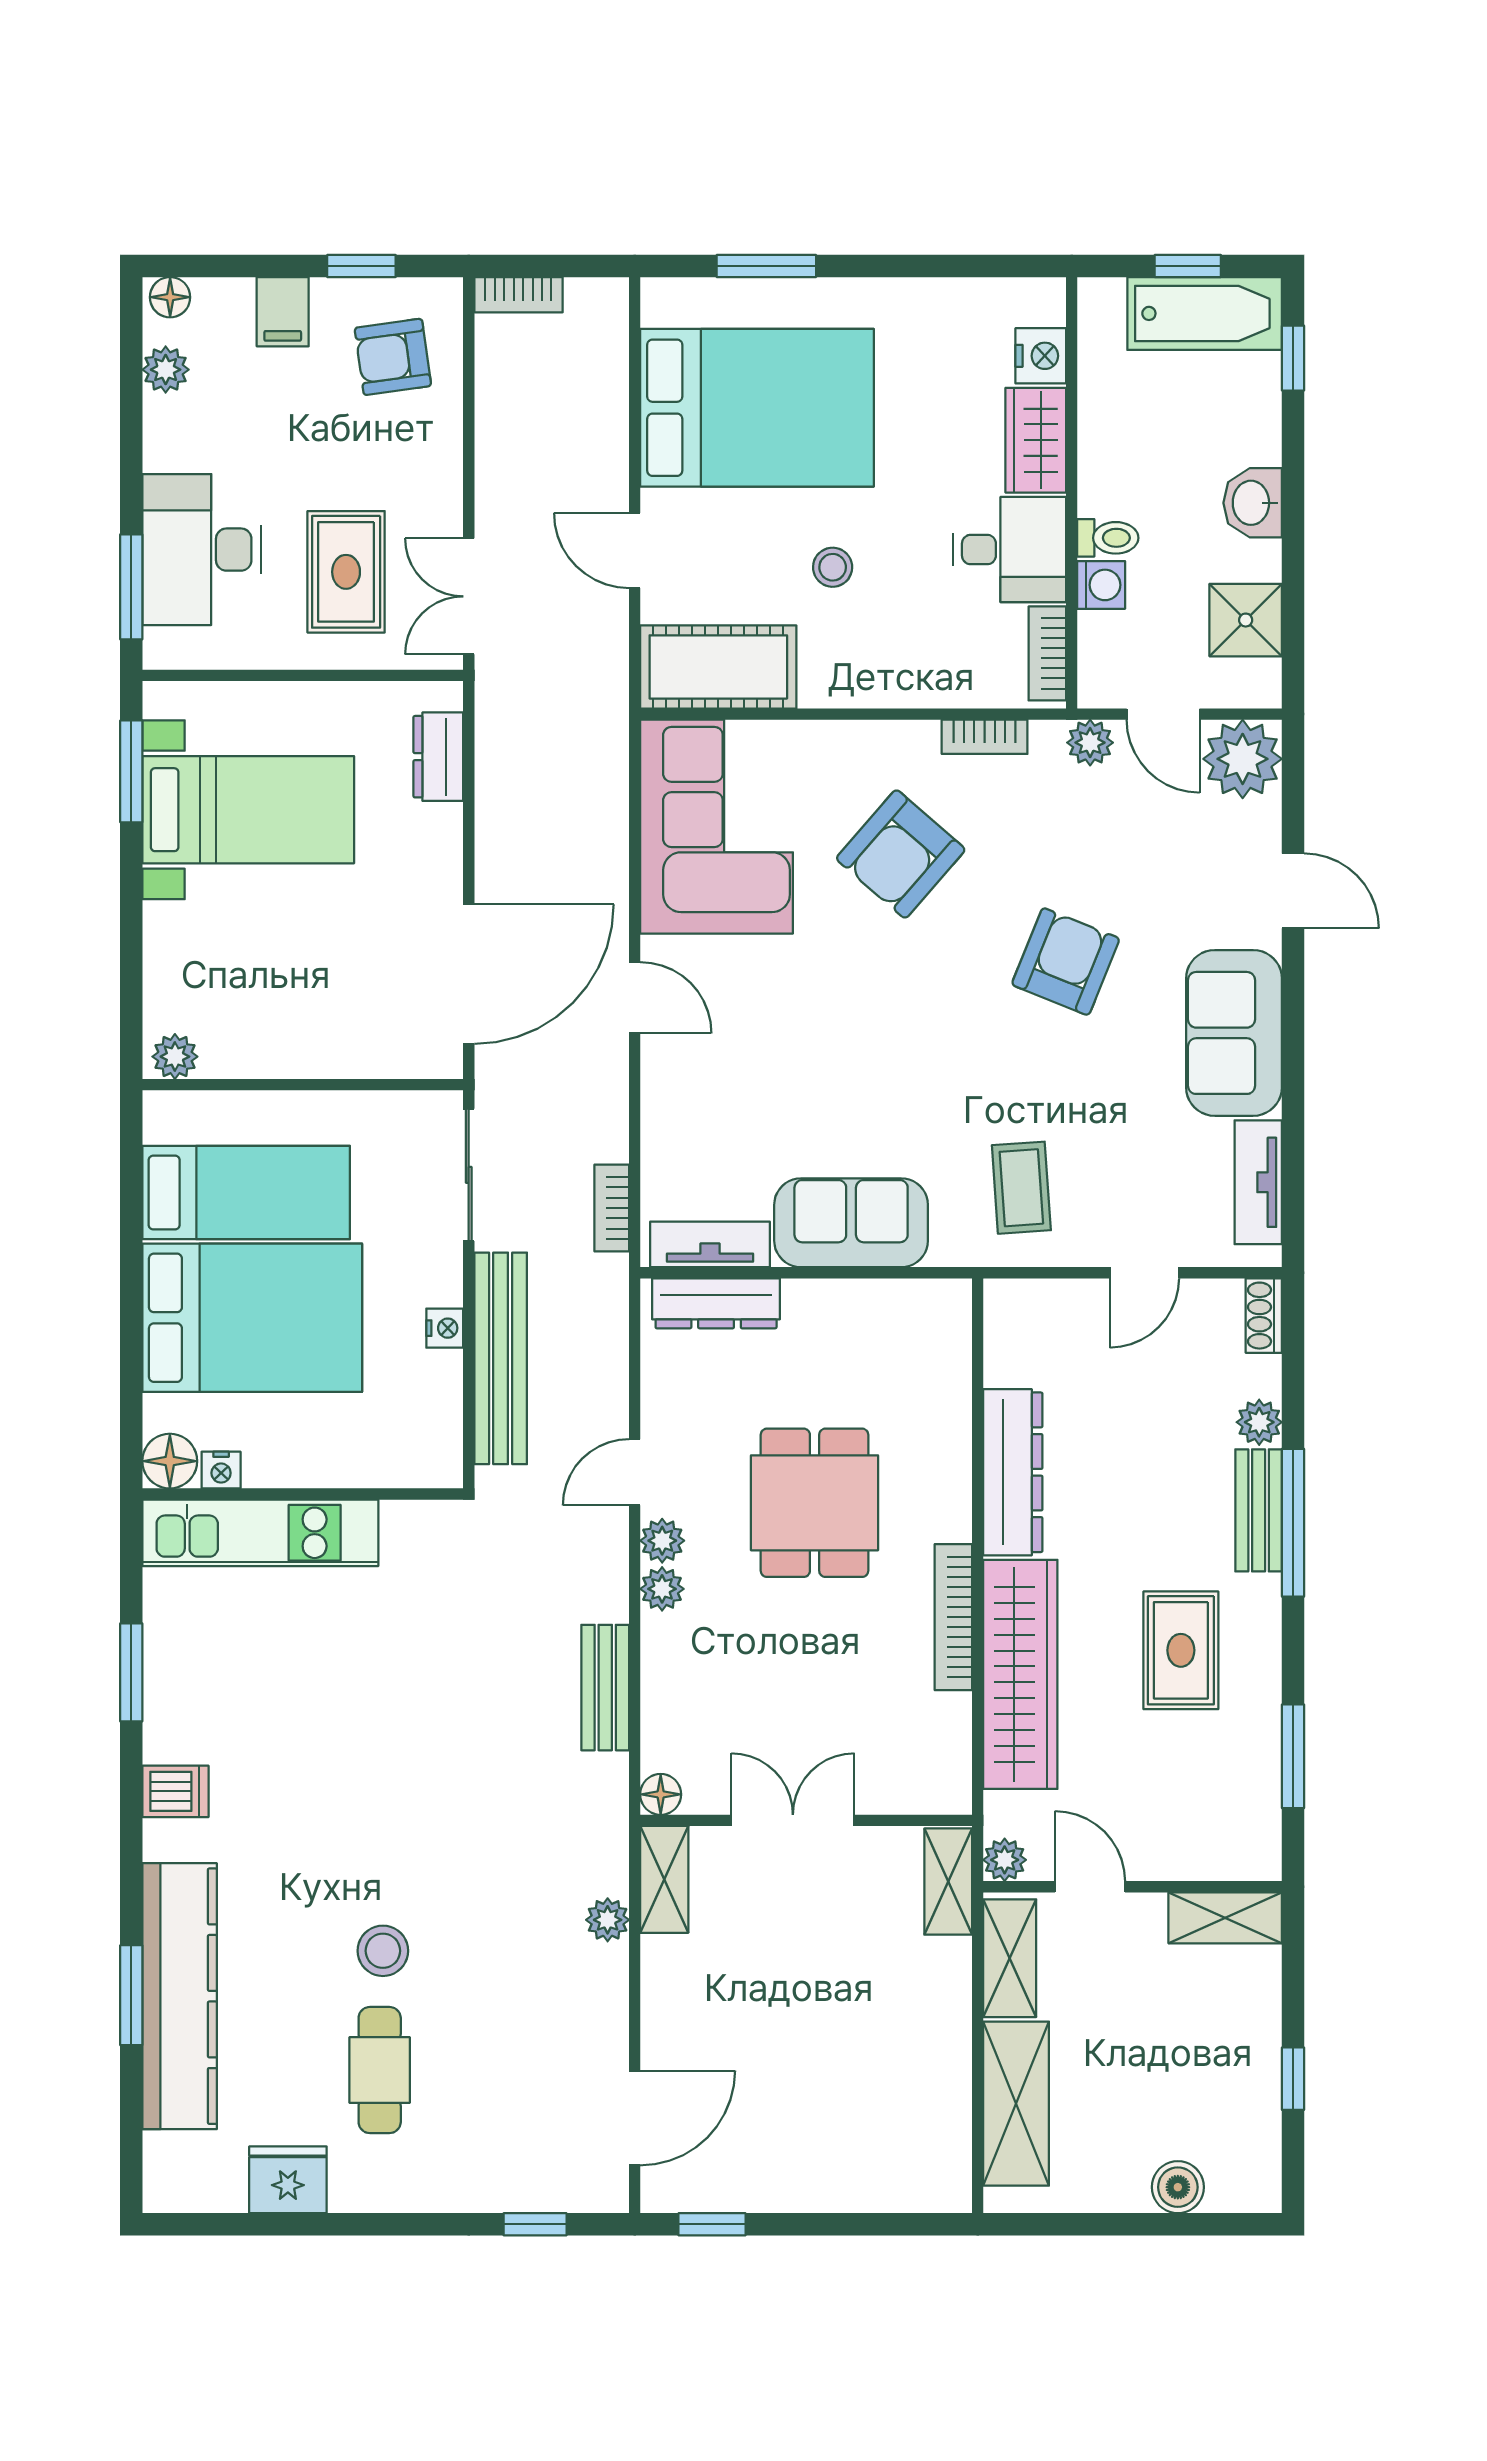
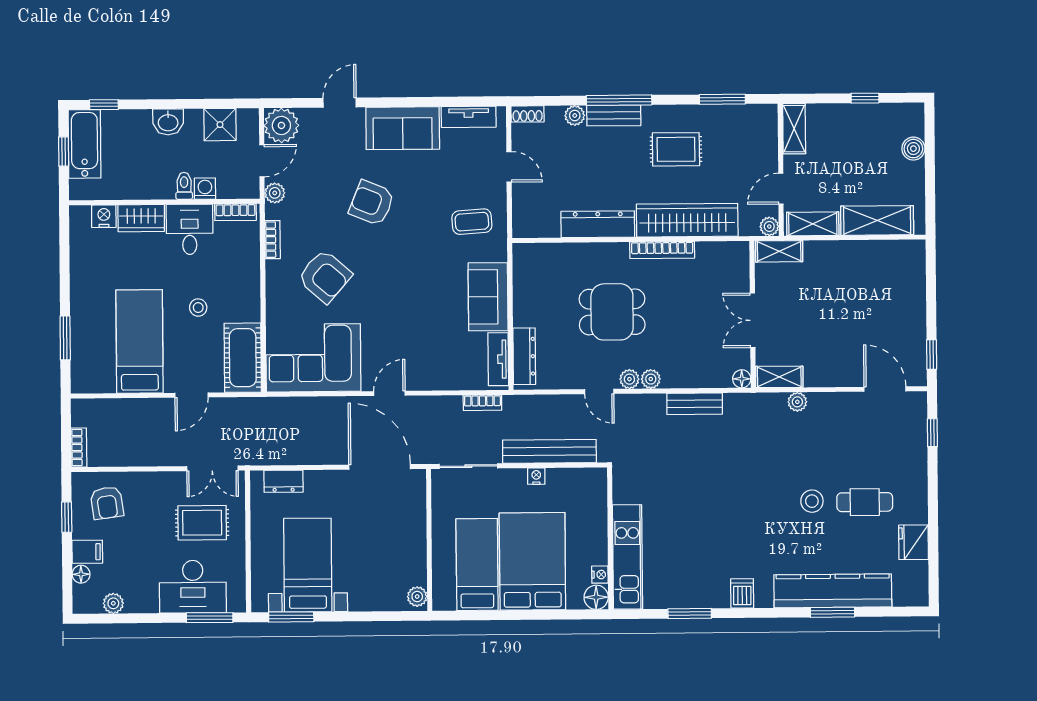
floor lamp: (170, 297) -> (81, 574), moved
bed: (757, 408) -> (140, 341), width x0.67

